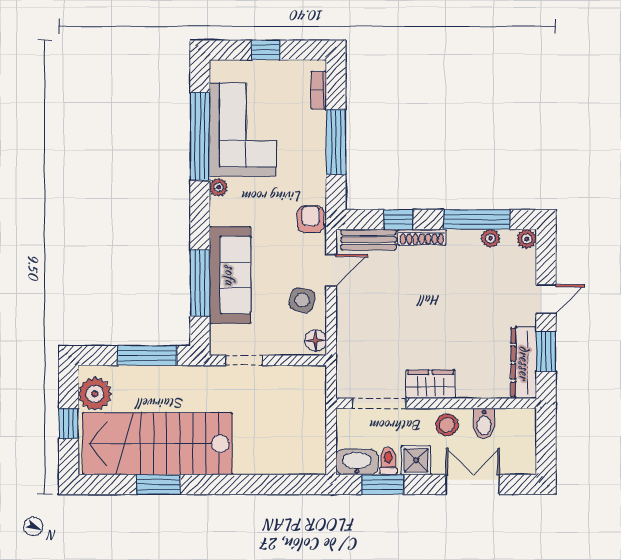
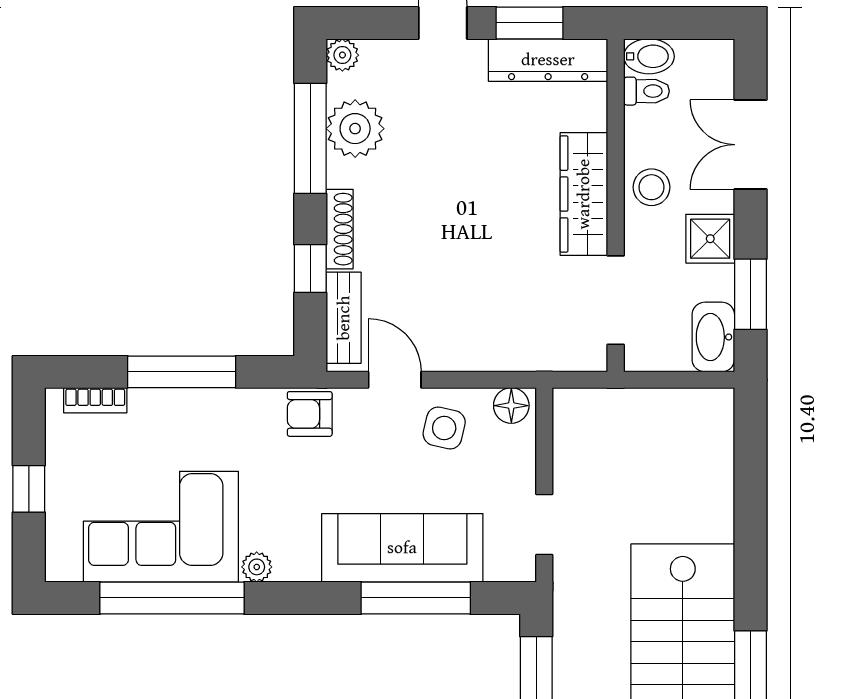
plant: (490, 238) -> (355, 129), width x1.87, depth x1.87
wardrobe: (431, 384) -> (584, 194), width x1.50
bidet: (484, 423) -> (649, 56), moved
toilet: (388, 461) -> (647, 91), moved, turned 180

